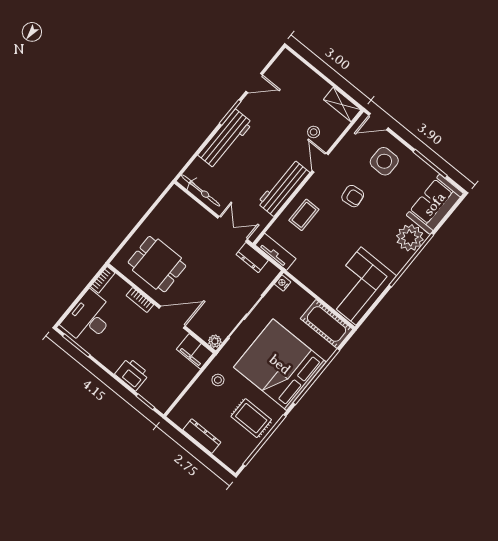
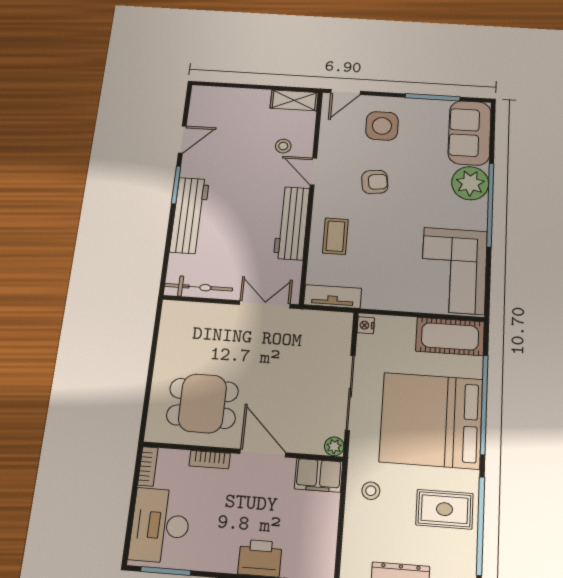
dresser: (252, 258) -> (310, 321), removed
door: (172, 317) -> (263, 453), hinge flipped

